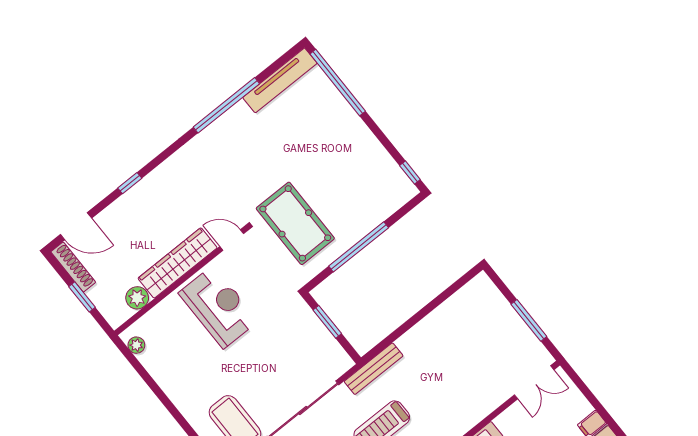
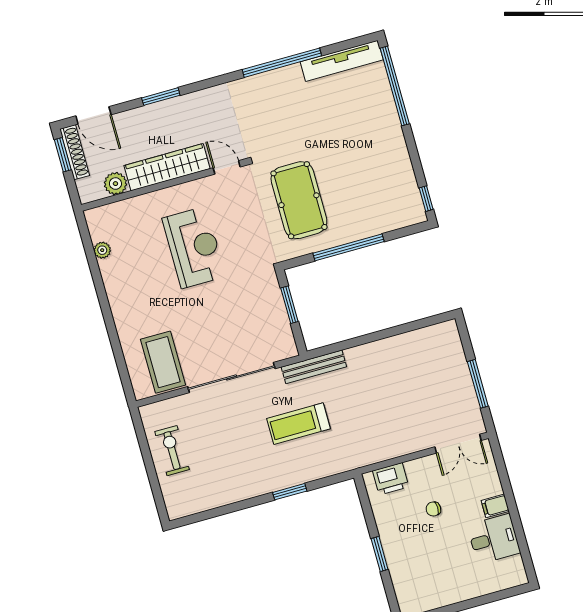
window: (130, 183) -> (161, 97), width x1.50
door: (232, 240) -> (227, 167), moved
wardrobe: (178, 263) -> (167, 167), moved
wall: (181, 280) -> (164, 185), moved
window: (82, 297) -> (63, 155), moved
plant: (137, 298) -> (115, 184), moved

